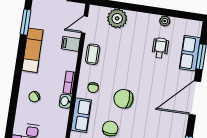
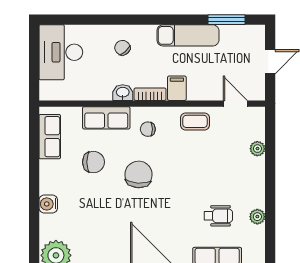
plant: (117, 18) -> (257, 149), width x0.53, depth x0.53
filing cabinet: (71, 44) -> (177, 88), moved

